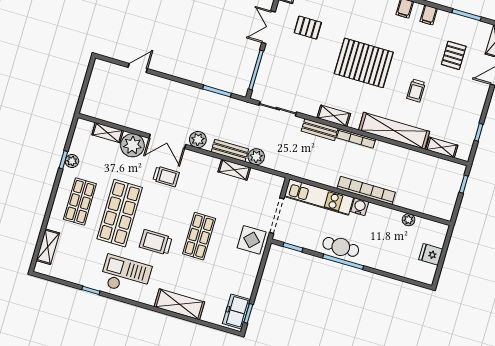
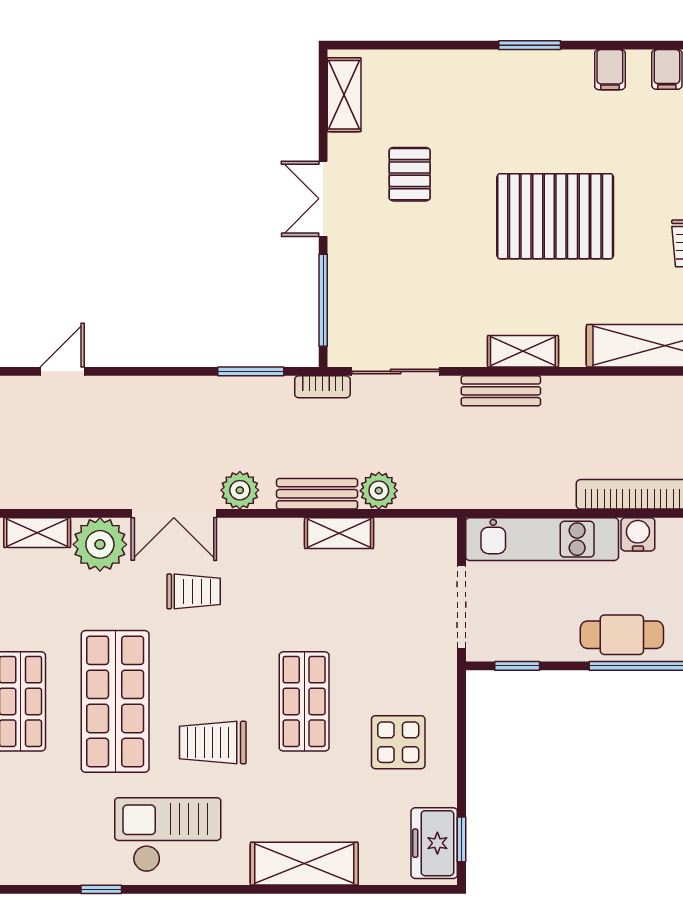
pallet: (308, 28) -> (410, 174), turned 90
bookcase: (356, 138) -> (322, 387), moved, width x0.64
display table: (252, 240) -> (398, 742), moved

